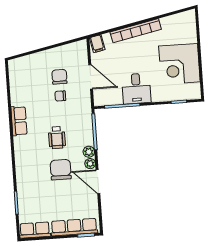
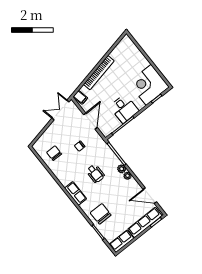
double door: (66, 43) -> (61, 110), added
corner desk: (179, 64) -> (149, 85), moved, turned 90
chair: (59, 77) -> (54, 153), moved
door: (91, 77) -> (90, 121), hinge flipped
row of seats: (19, 121) -> (75, 193), moved
chair: (61, 170) -> (101, 214), moved
door: (98, 182) -> (150, 196), moved

